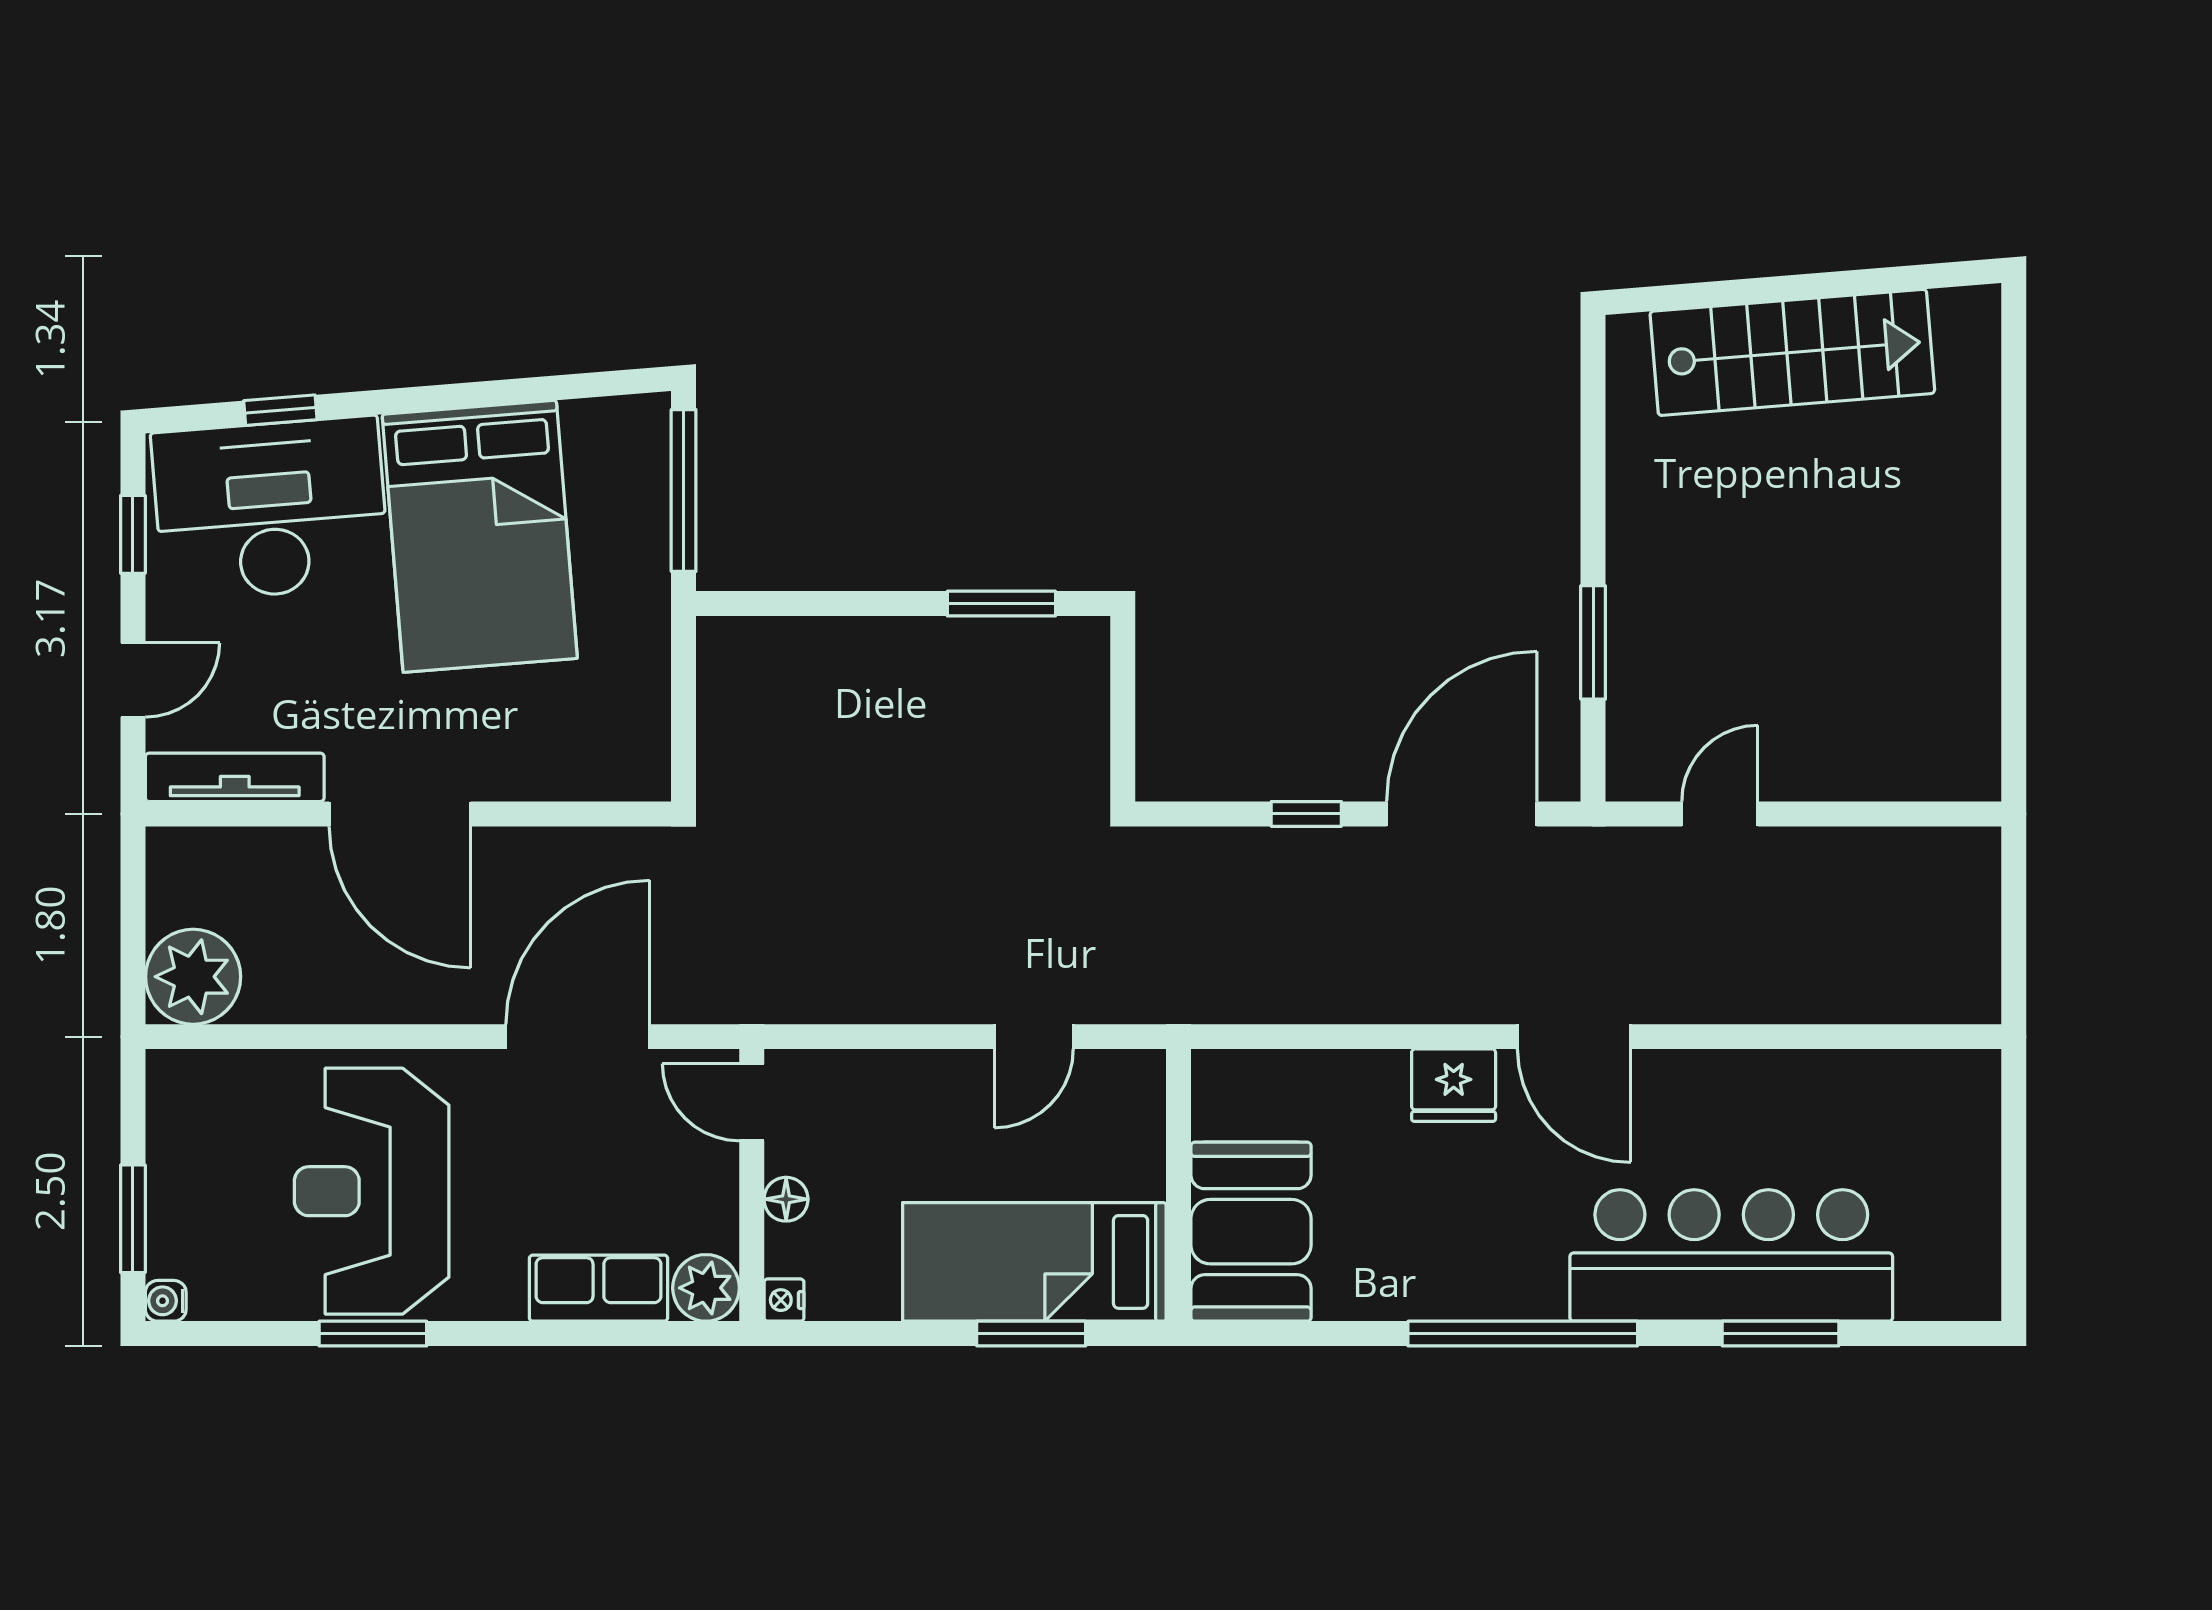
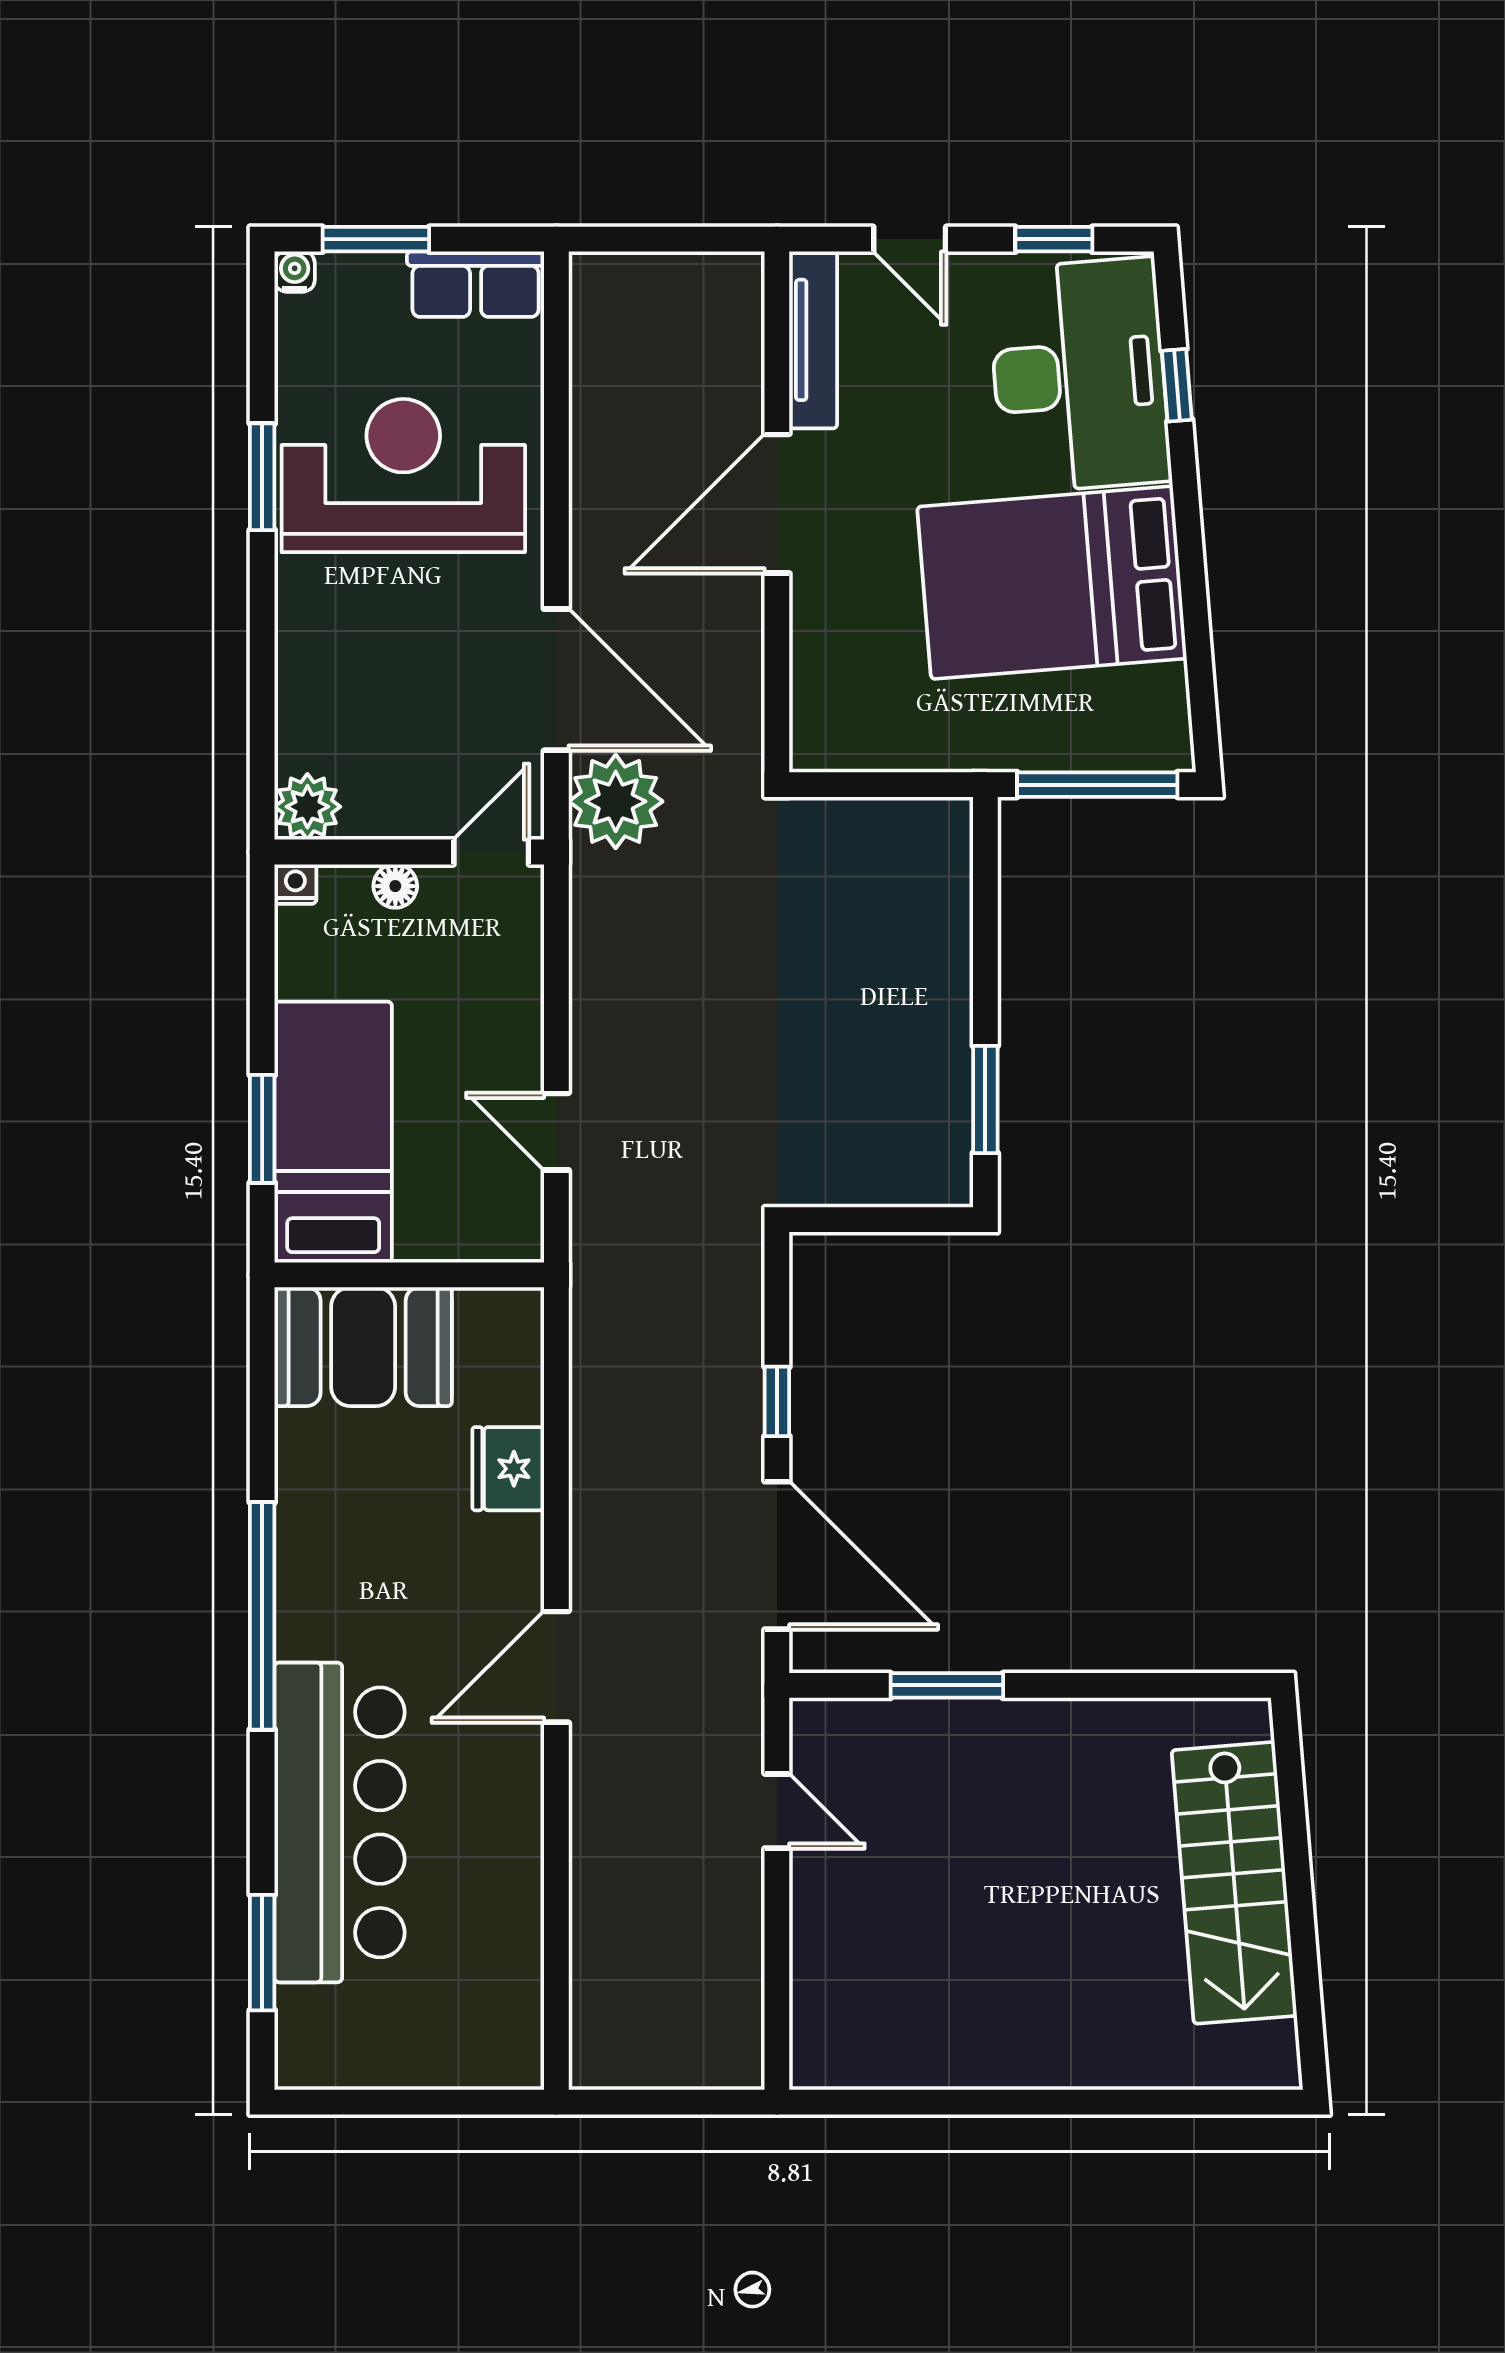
plant: (193, 977) -> (616, 801), moved
fridge: (1454, 1085) -> (508, 1469), moved
row of seats: (598, 1288) -> (476, 284), moved, turned 90
window: (1780, 1334) -> (262, 1953), moved

